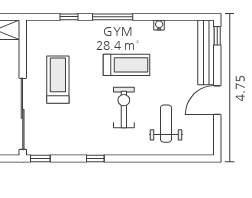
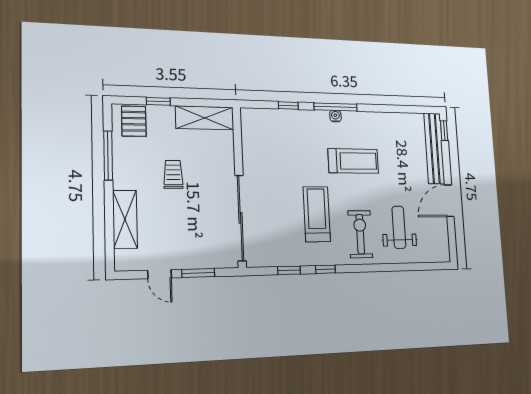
water cooler: (159, 25) -> (335, 116), moved
treadmill: (58, 80) -> (317, 214), moved
exercise bike: (124, 108) -> (360, 234), moved
window: (40, 159) -> (289, 270), moved

